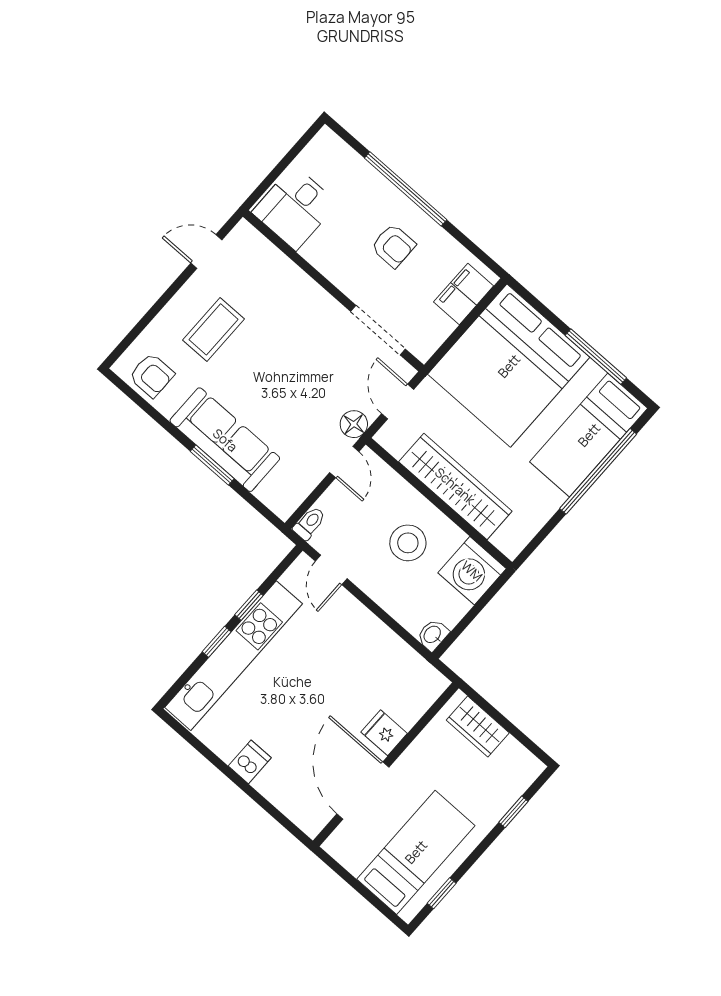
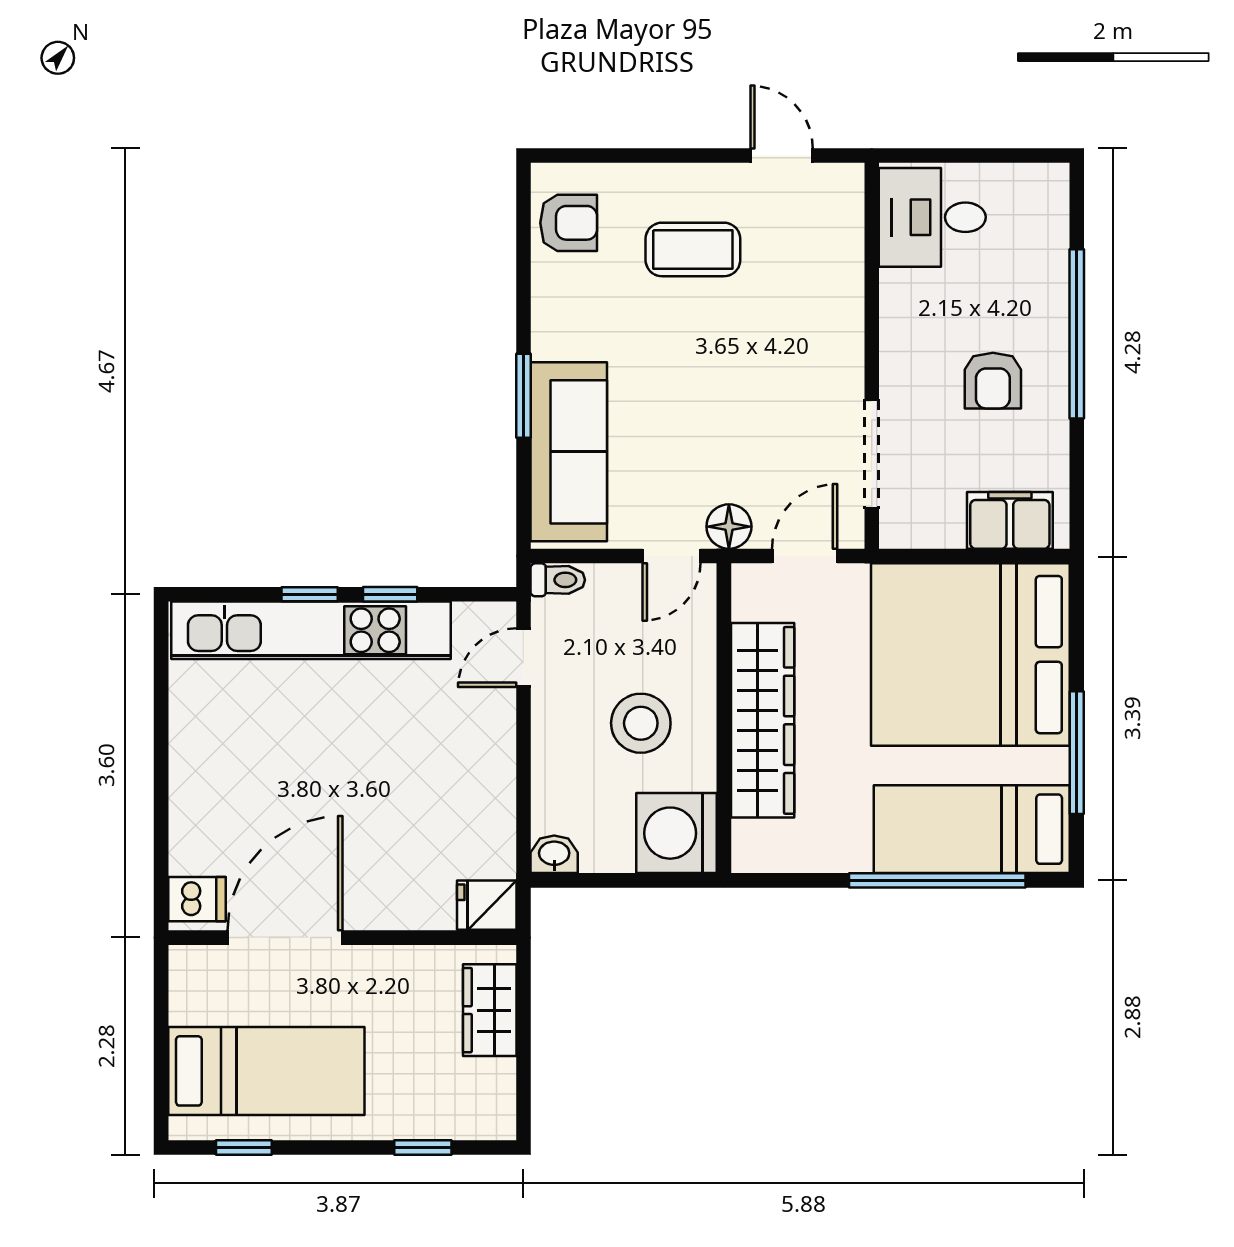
armchair: (152, 375) -> (569, 223), turned -90
sofa: (225, 440) -> (569, 452), moved
fridge: (384, 733) -> (487, 905), moved, turned -90
dishwasher: (250, 762) -> (197, 899), moved

